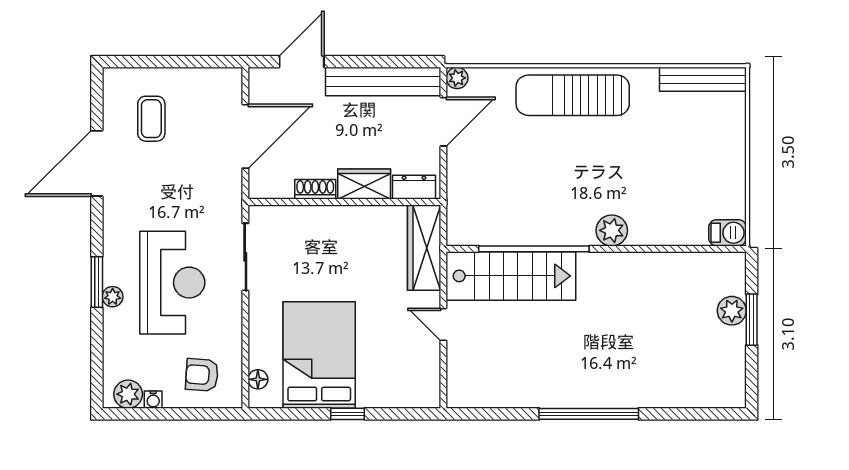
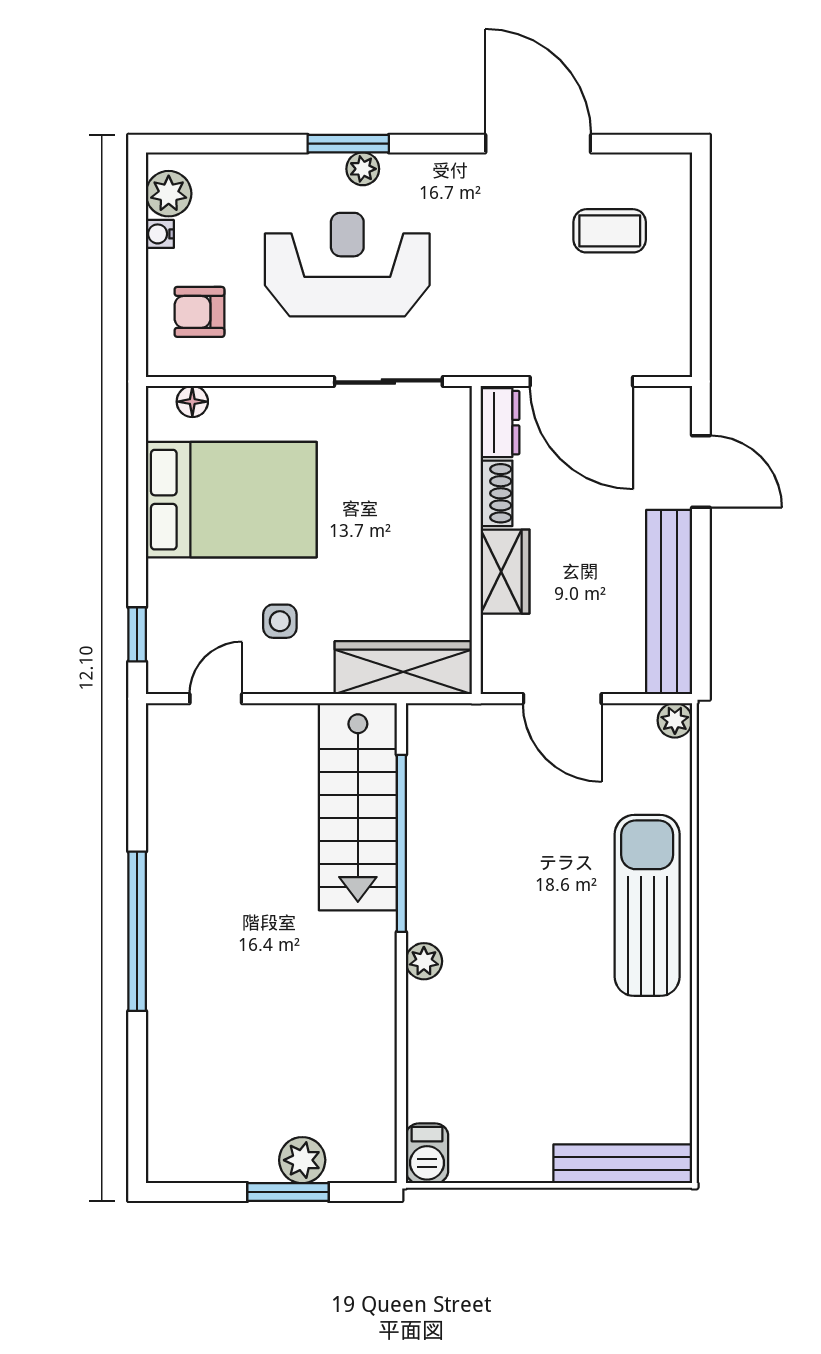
bench: (703, 79) -> (623, 1164), moved, turned 90
door: (443, 122) -> (562, 699), moved
dresser: (414, 187) -> (500, 423), moved
plant: (612, 230) -> (424, 961), width x0.73, depth x0.73
reception desk: (172, 283) -> (347, 265), turned 180
plant: (113, 297) -> (363, 169), moved
side table: (395, 325) -> (280, 621), added
door: (443, 325) -> (216, 699), moved
armchair: (202, 375) -> (200, 312), turned -94
window: (348, 414) -> (137, 634), moved

